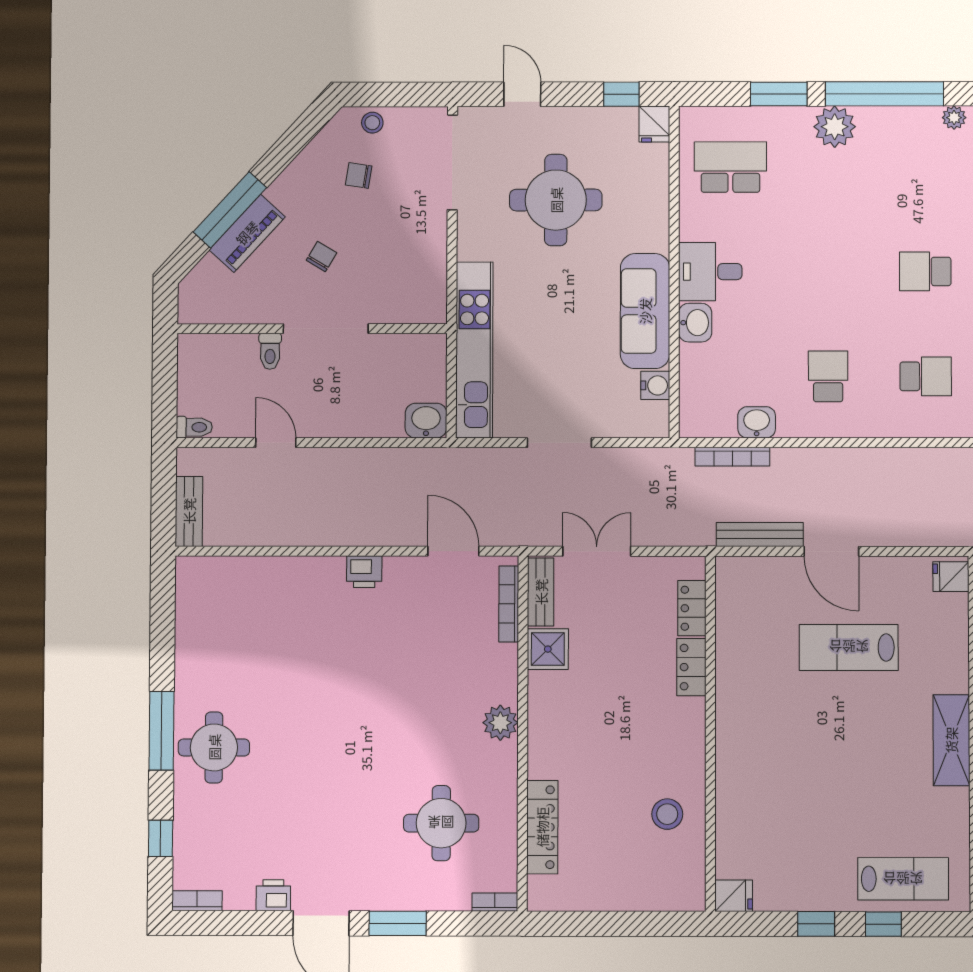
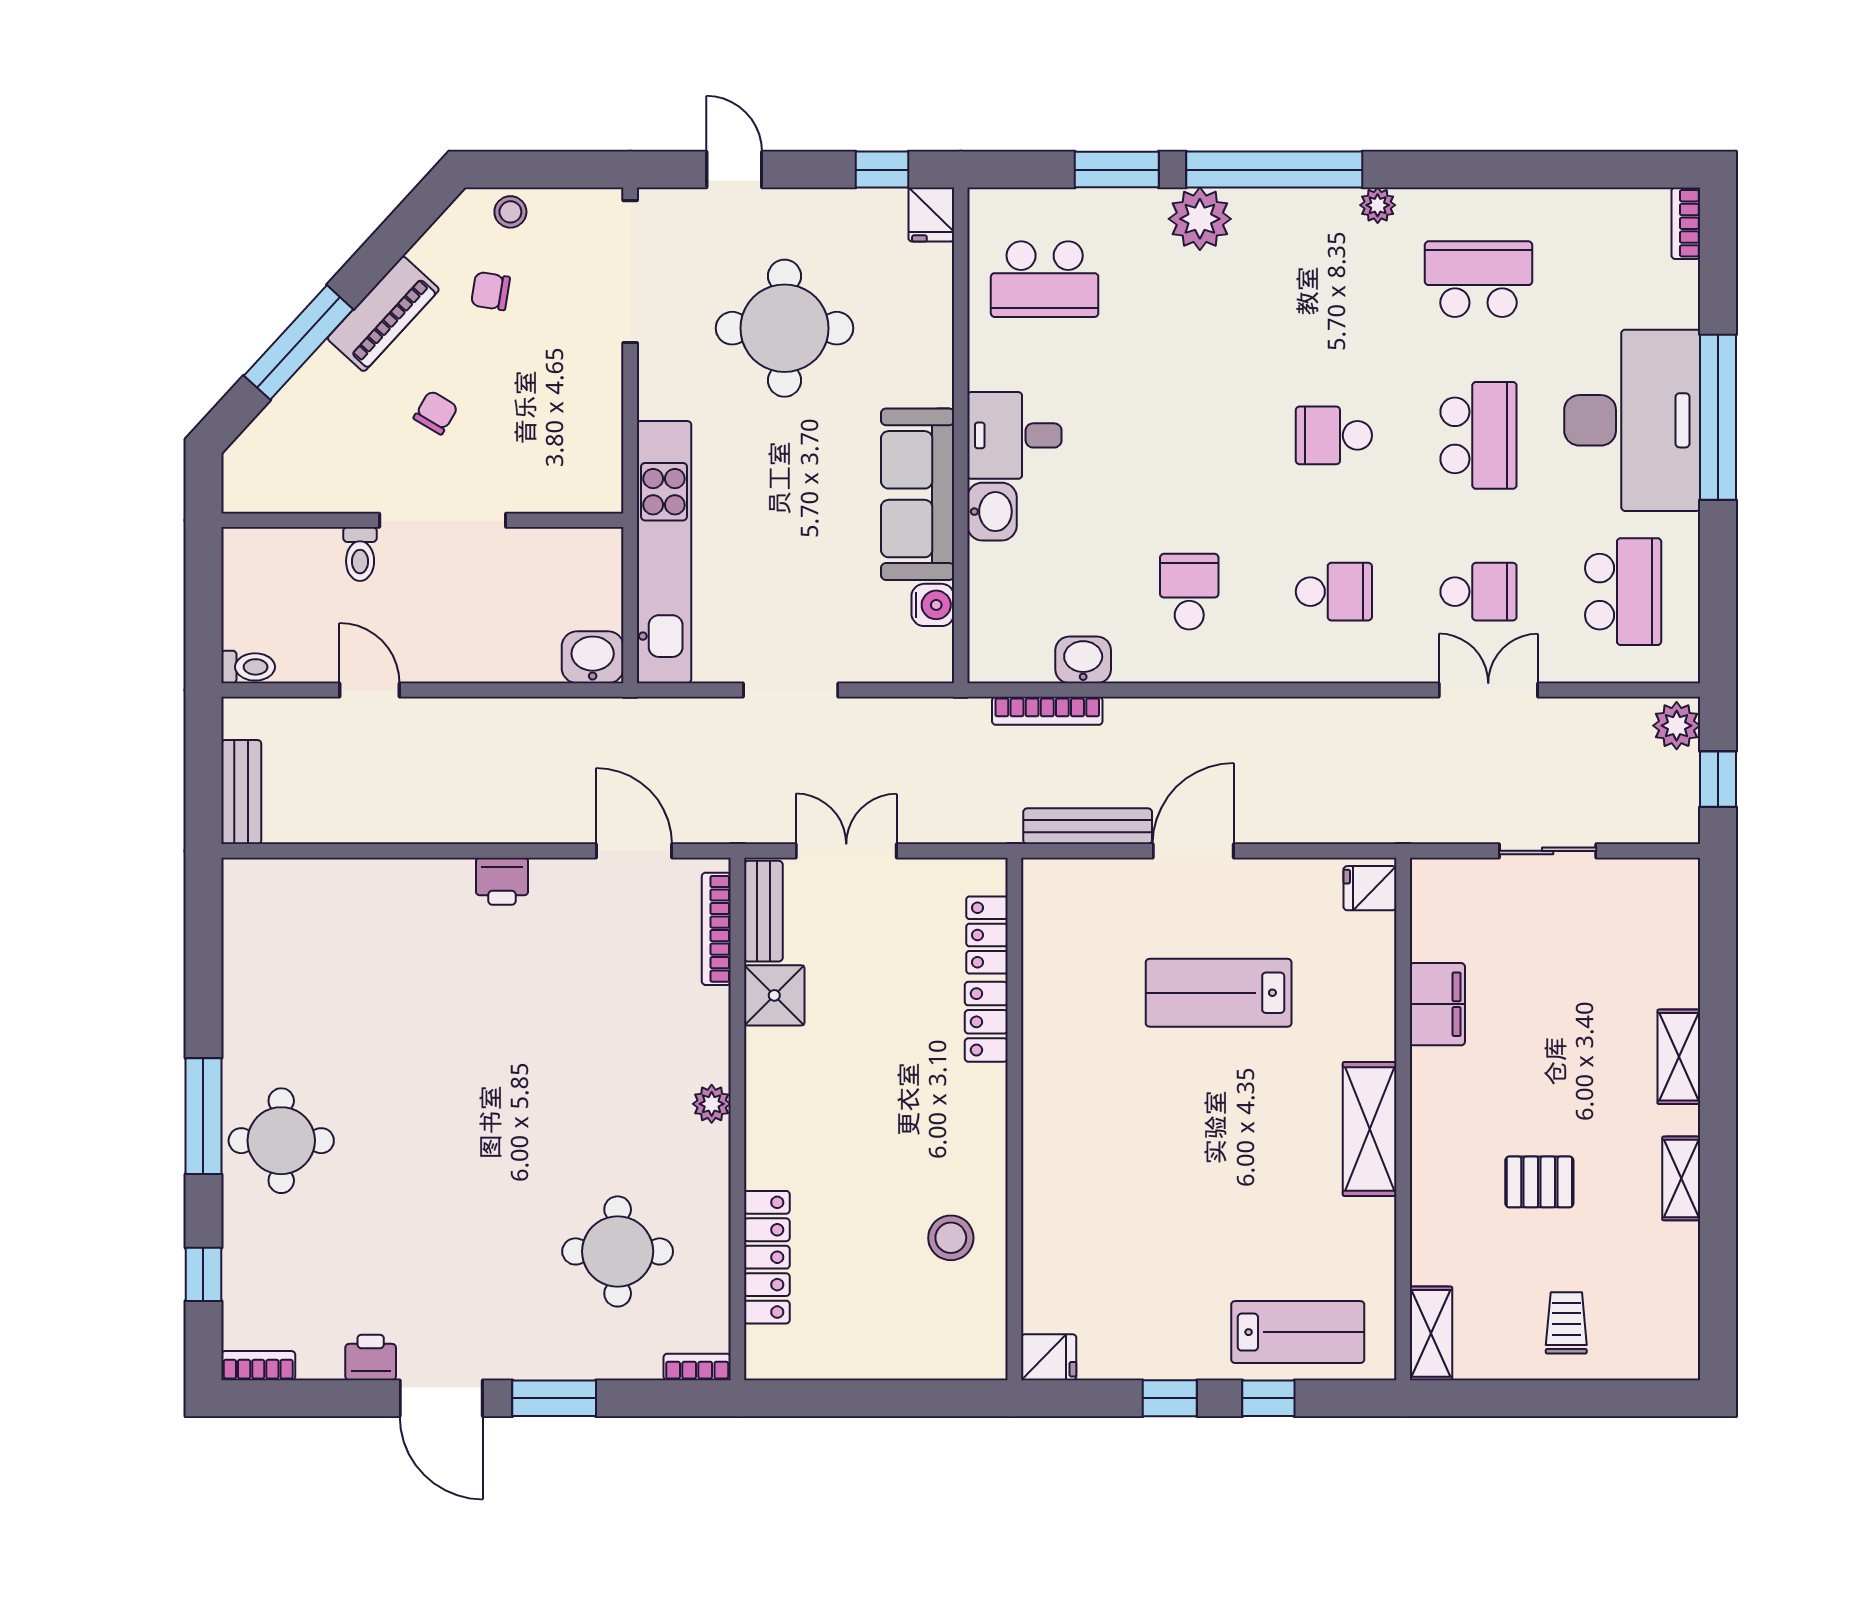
school desk: (730, 167) -> (1045, 279), turned 180
piano: (247, 233) -> (383, 314), moved
door: (831, 551) -> (1193, 851), swing flipped
plant: (500, 723) -> (712, 1104), width x0.73, depth x0.73

